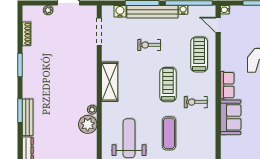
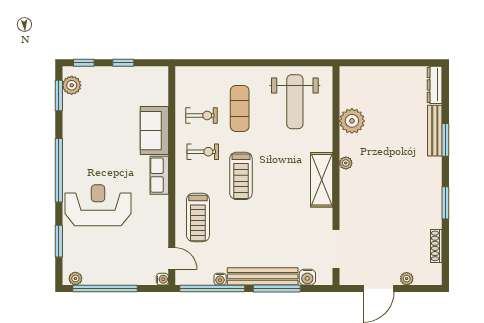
exercise bike: (149, 45) -> (202, 115), moved
plant: (92, 110) -> (346, 163), moved

